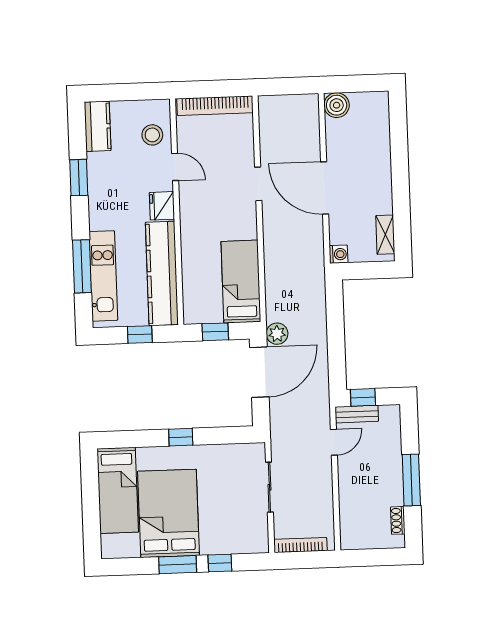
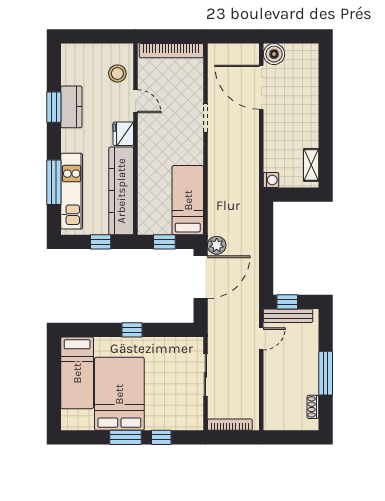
kitchen counter: (98, 126) -> (71, 107), moved
door: (325, 188) -> (261, 87), moved
bench: (357, 414) -> (288, 316), width x1.36

